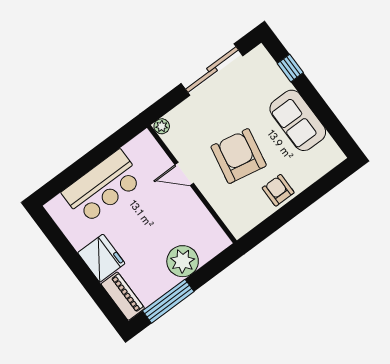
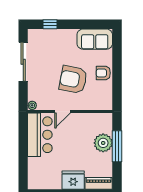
sofa: (298, 120) -> (95, 39), moved
bar counter: (102, 187) -> (40, 135), moved
window: (168, 301) -> (117, 146), moved

